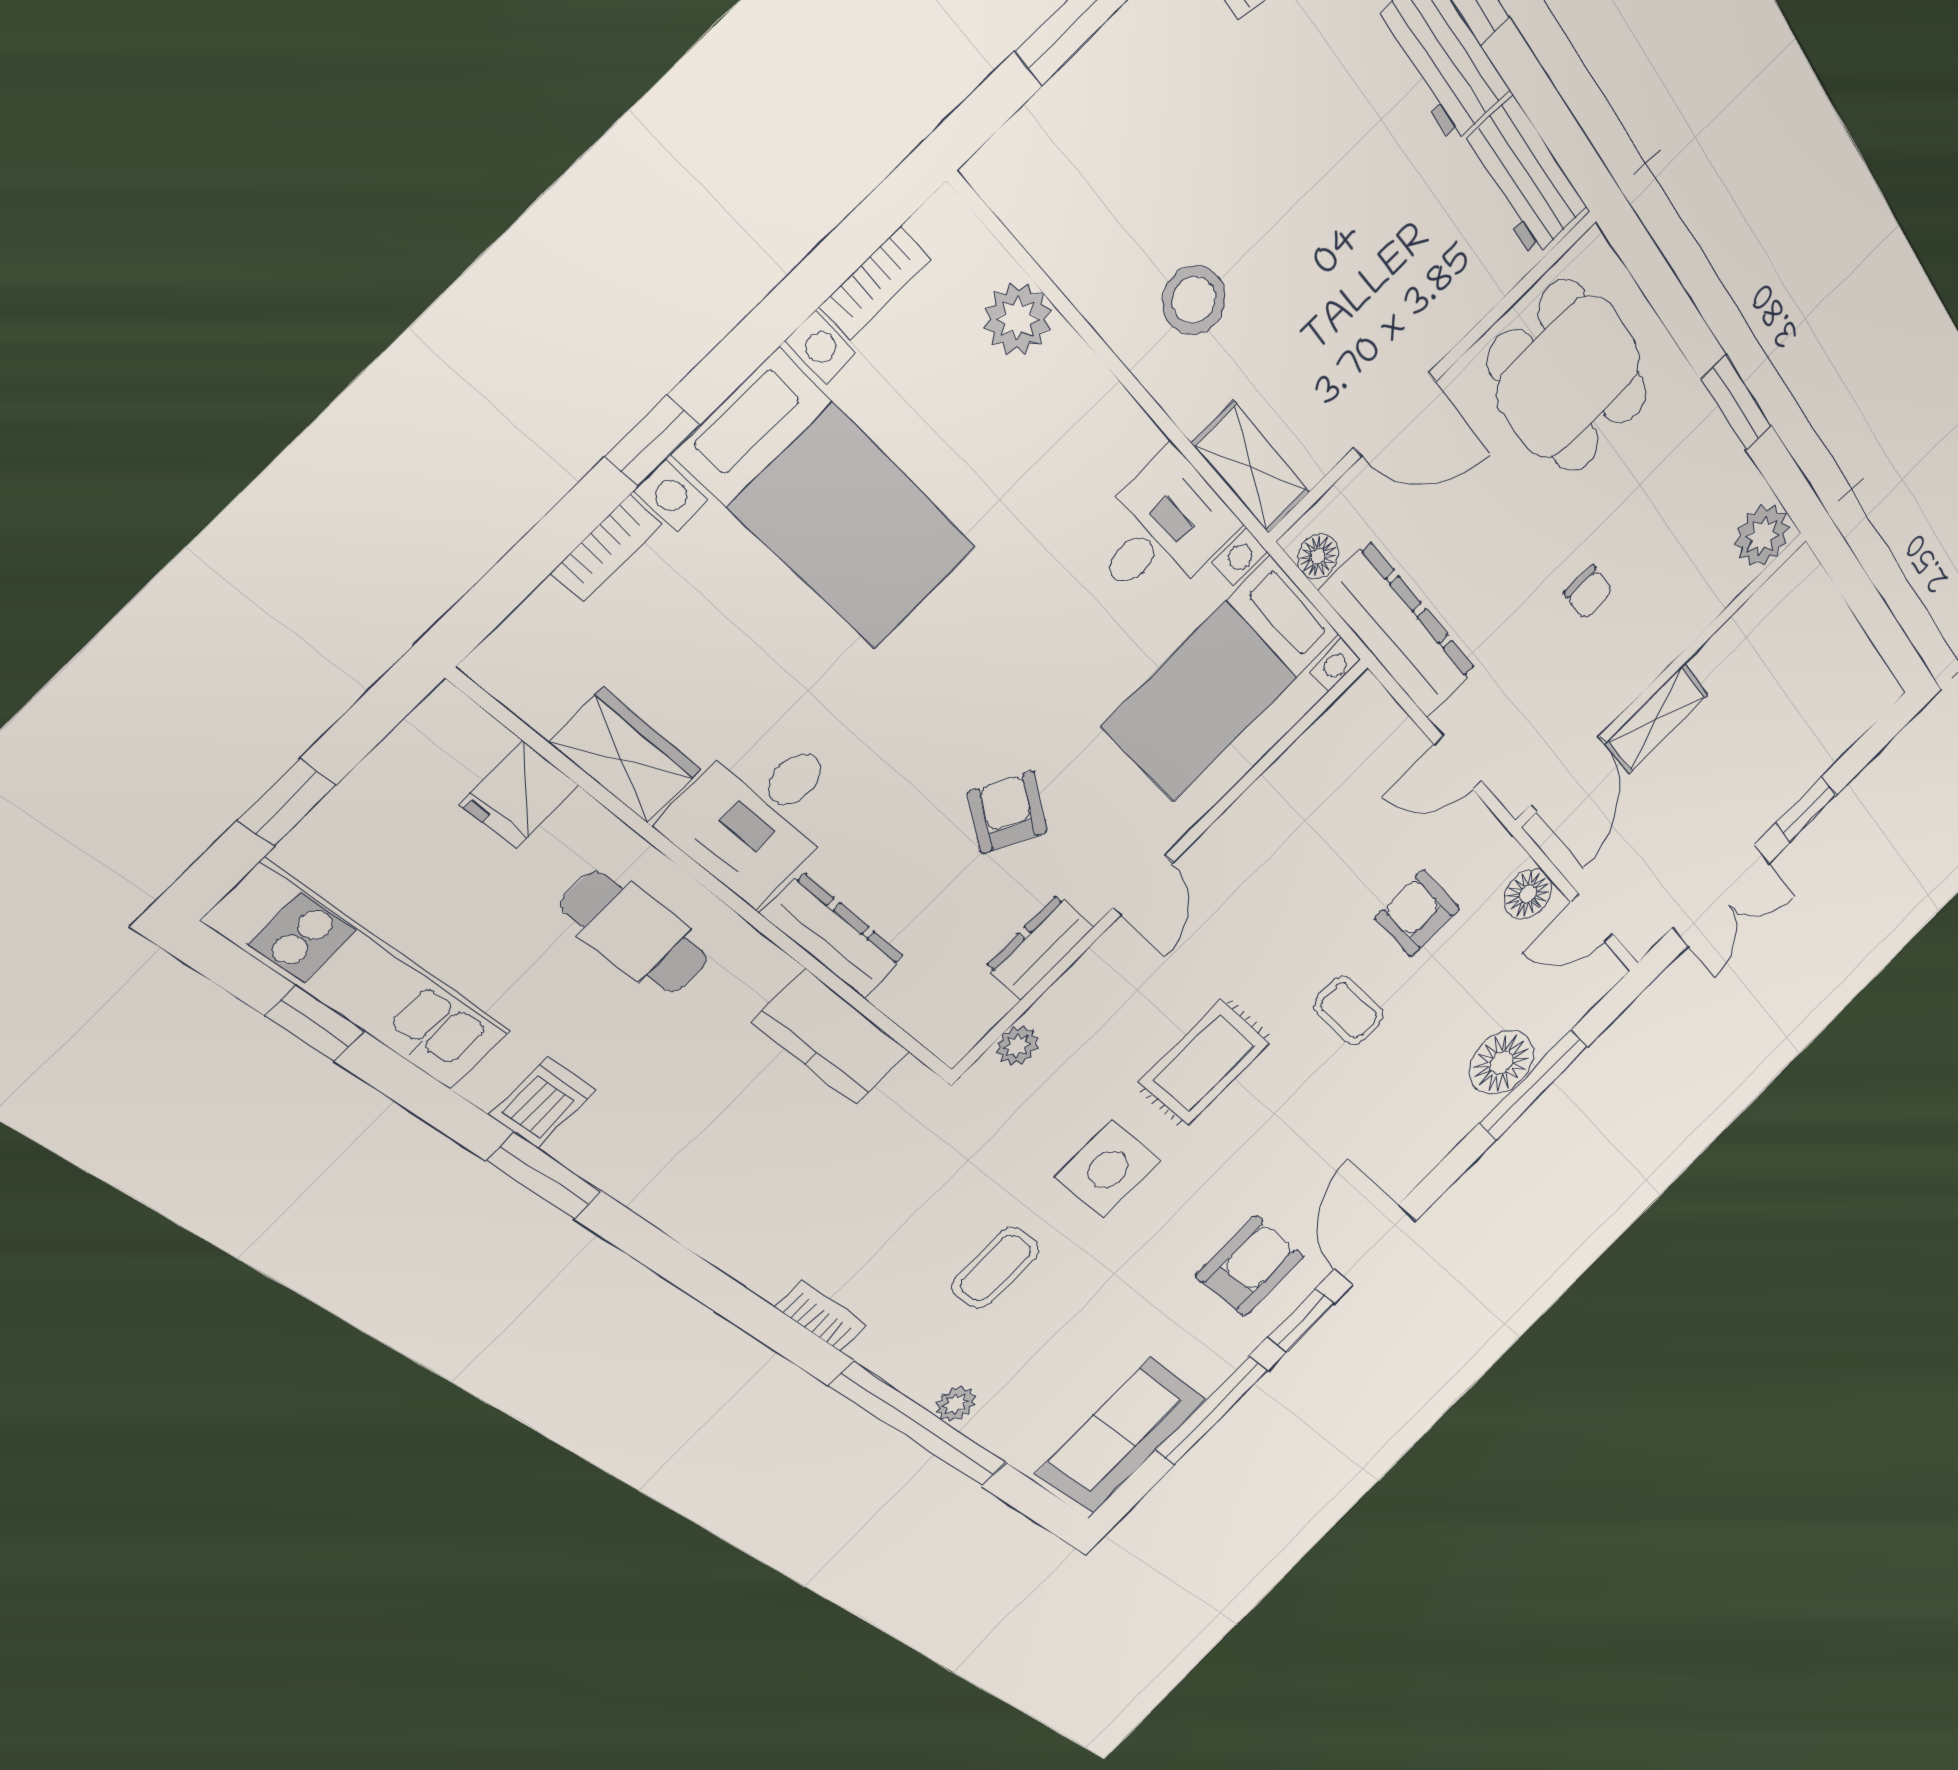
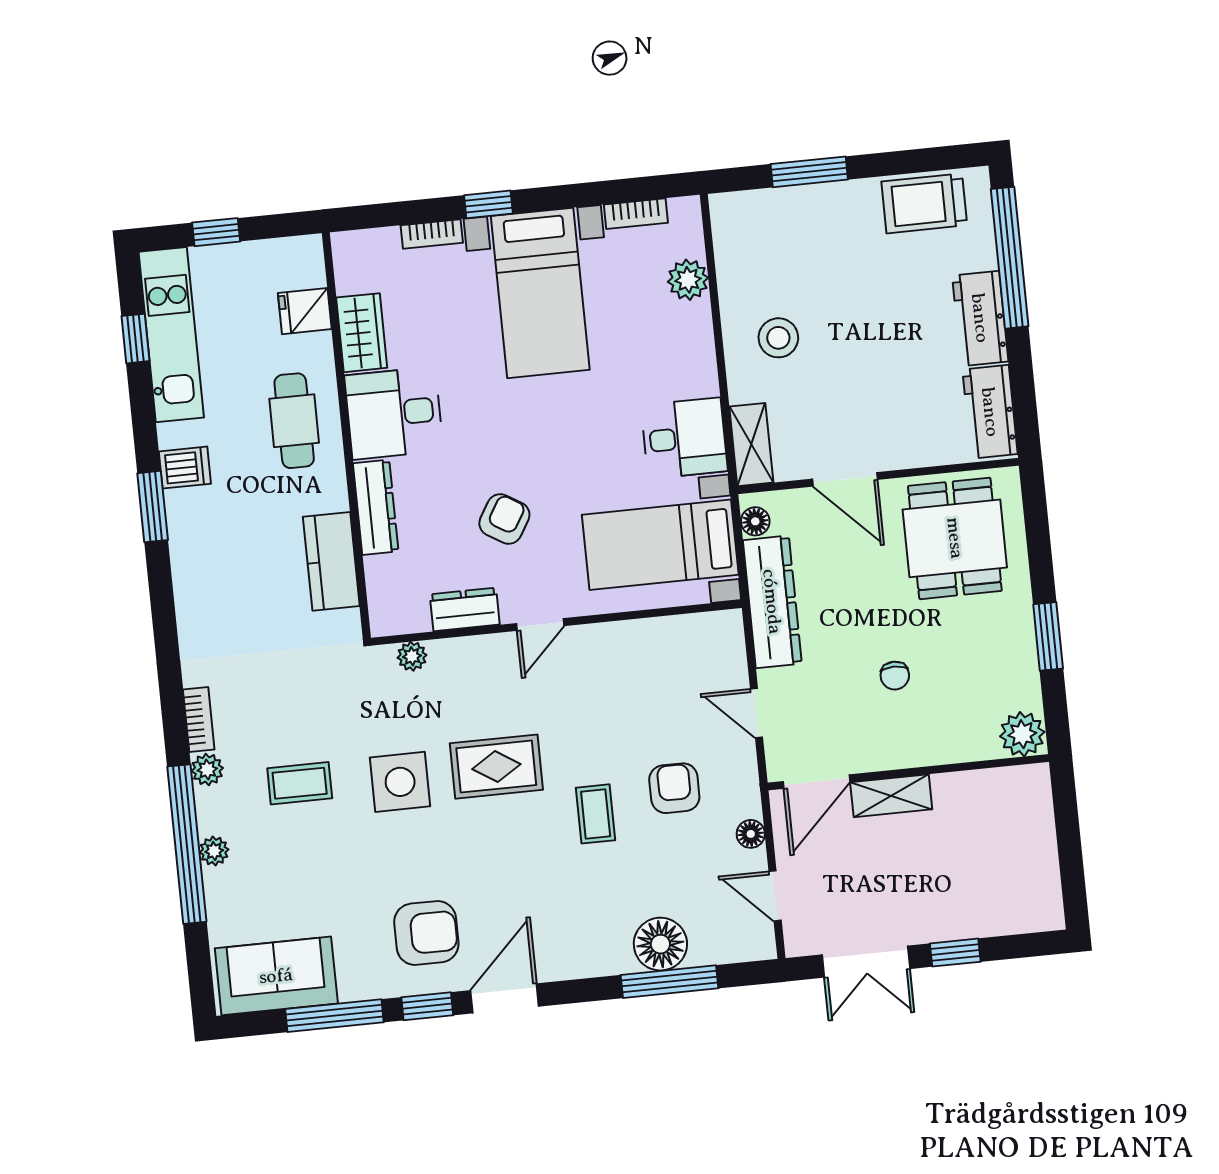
floor lamp: (1528, 894) -> (751, 834), width x0.73, depth x0.73
plant: (877, 1348) -> (207, 770), added

